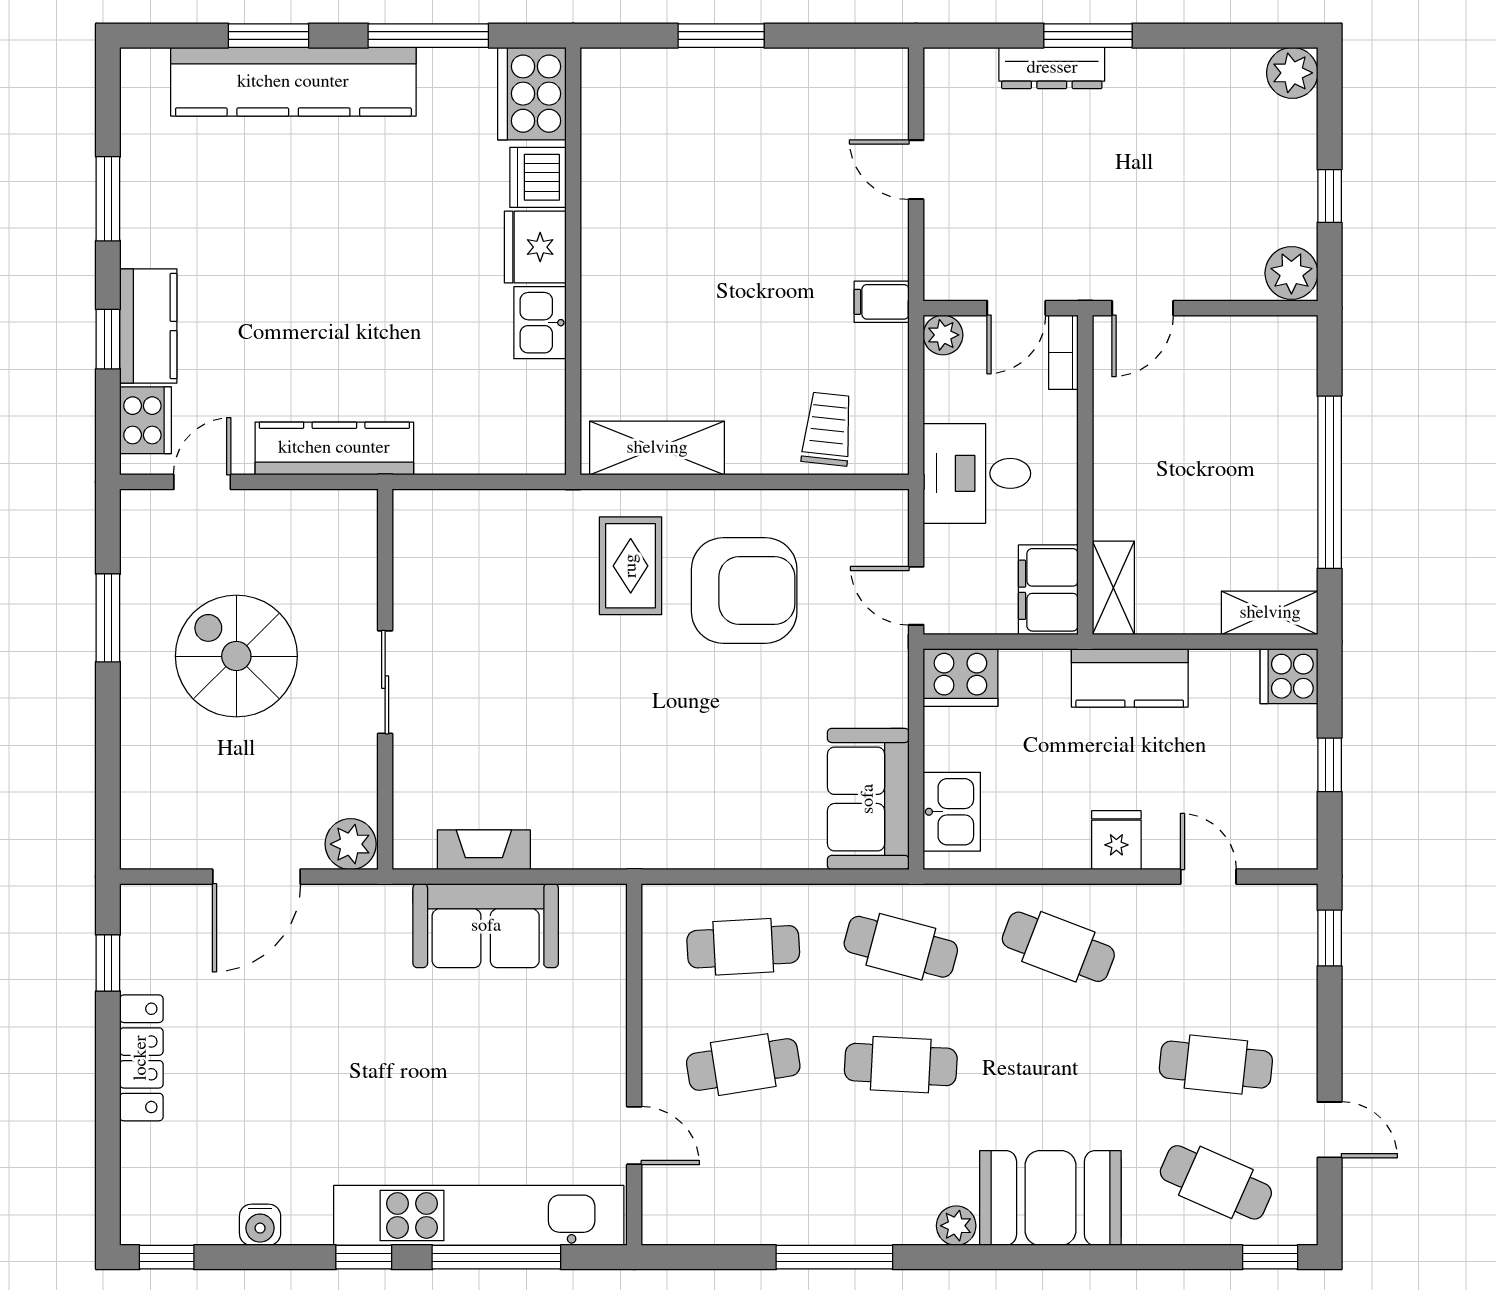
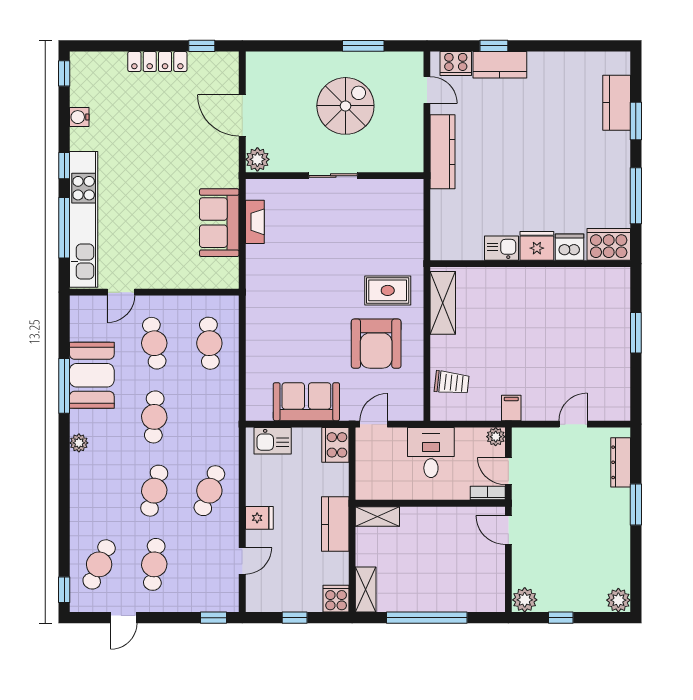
dresser: (1052, 68) -> (621, 462), moved
kitchen counter: (293, 82) -> (617, 103), width x0.48, depth x0.86
window: (108, 199) -> (559, 46), removed
filing cabinet: (1048, 590) -> (376, 486), removed
sofa: (868, 799) -> (306, 402), moved
cafe table: (901, 947) -> (154, 491), moved
booth: (1050, 1198) -> (92, 375), moved

